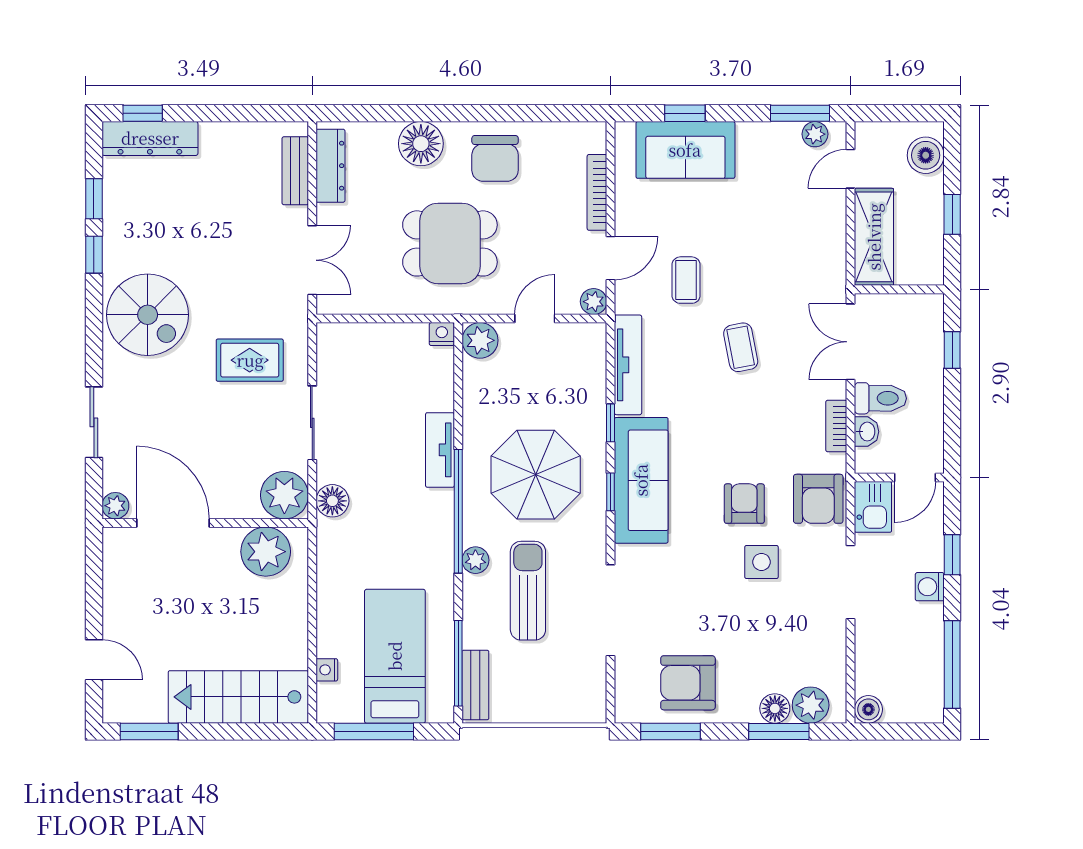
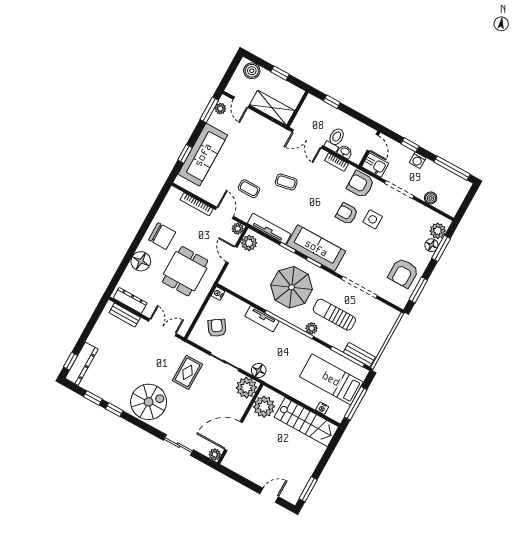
sofa: (685, 150) -> (203, 155), width x1.36
plant: (480, 340) -> (249, 243), moved
armchair: (372, 370) -> (217, 328), added
armchair: (818, 499) -> (360, 184), turned 180
stairs: (238, 697) -> (306, 422), moved, turned -90
boiler: (868, 709) -> (431, 198), moved

